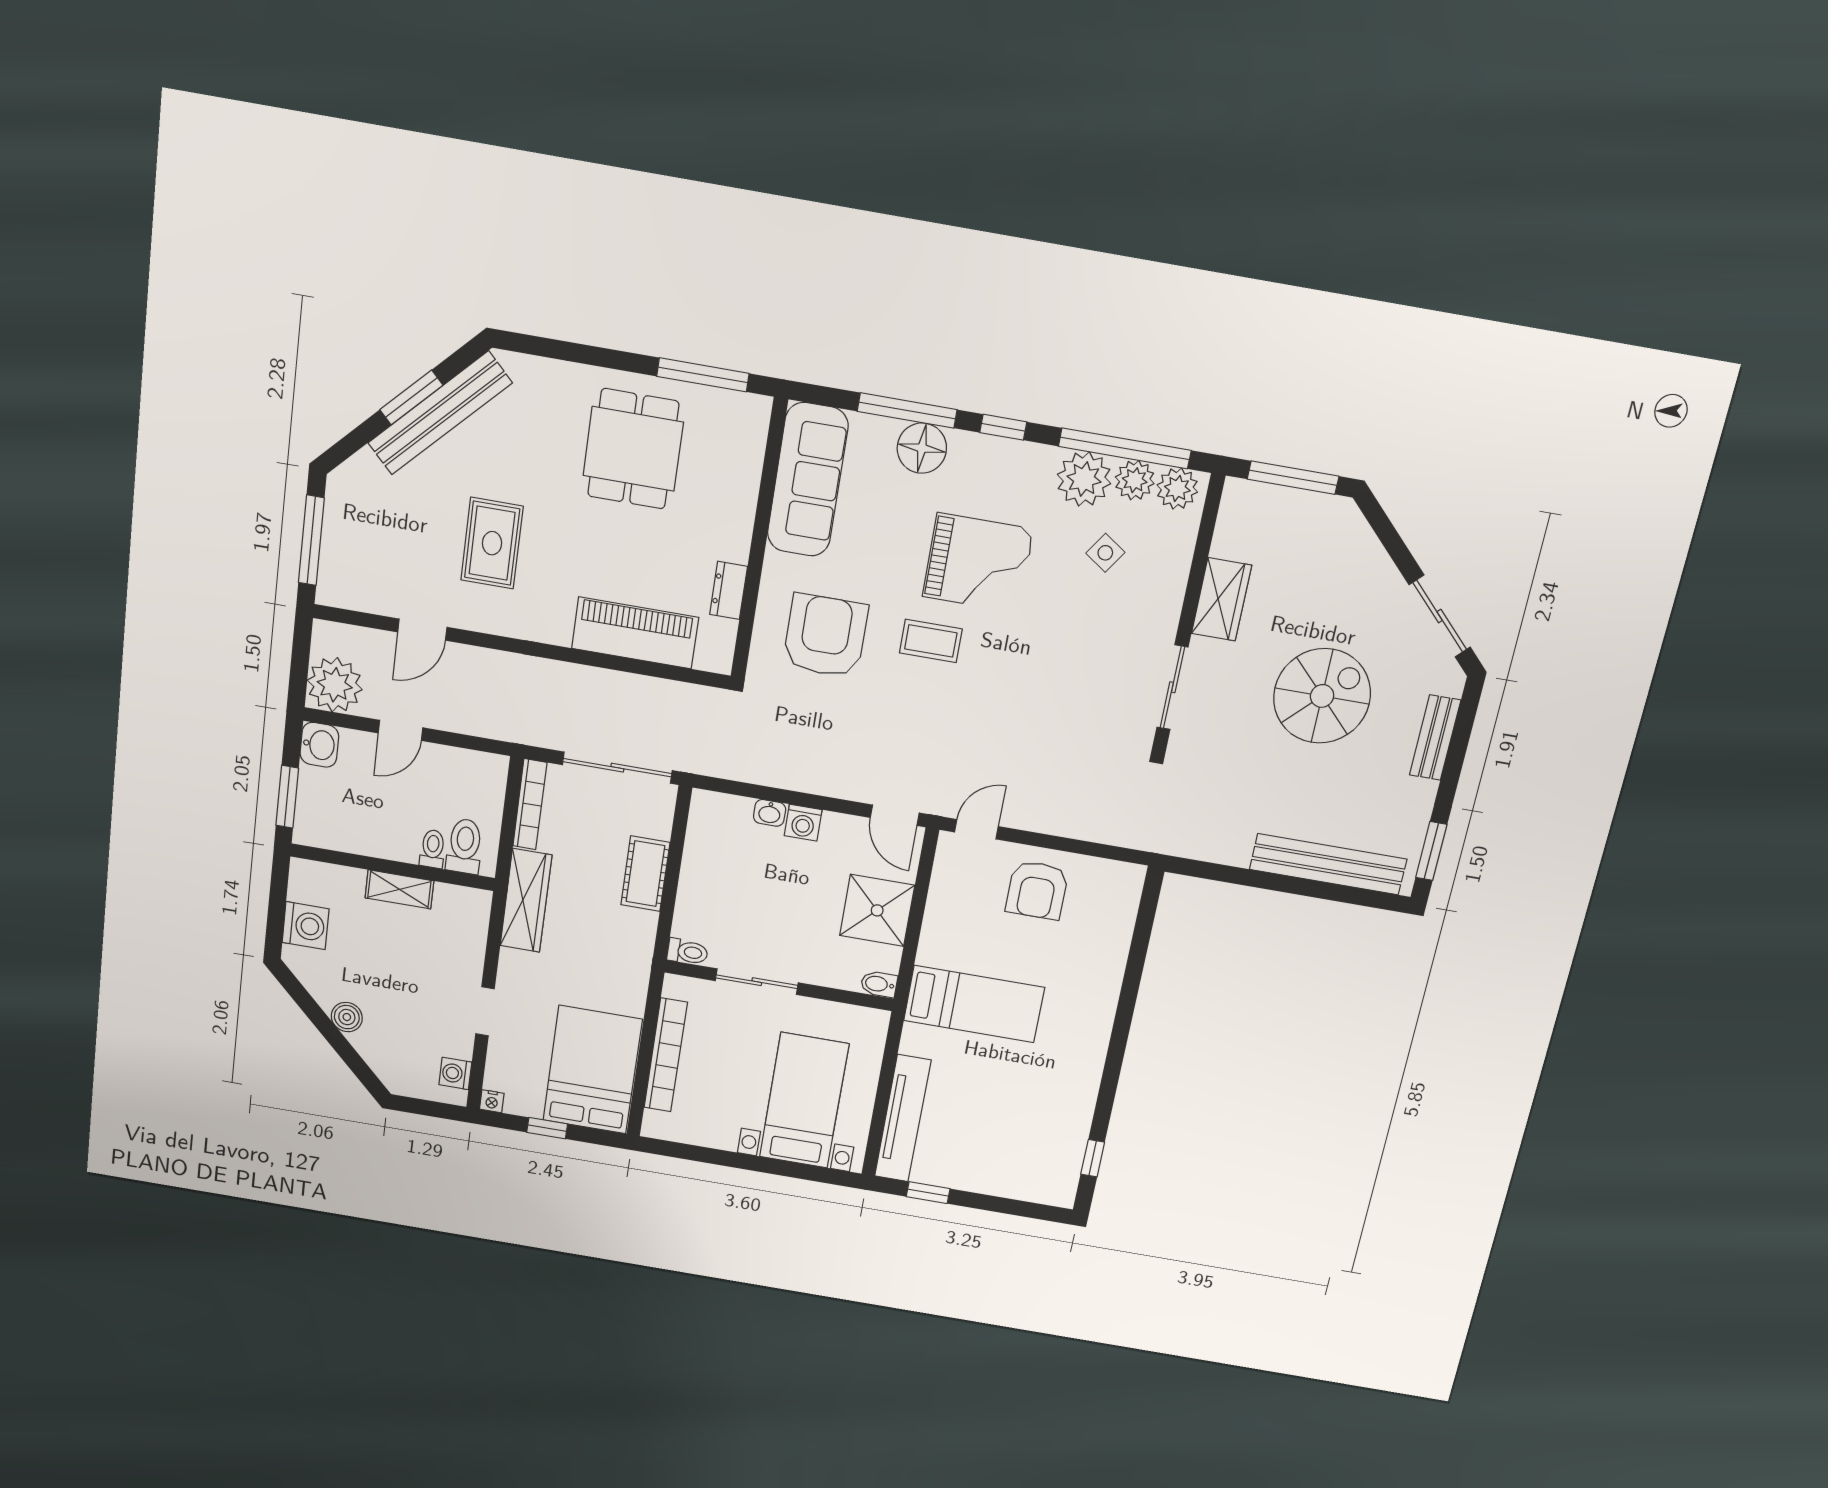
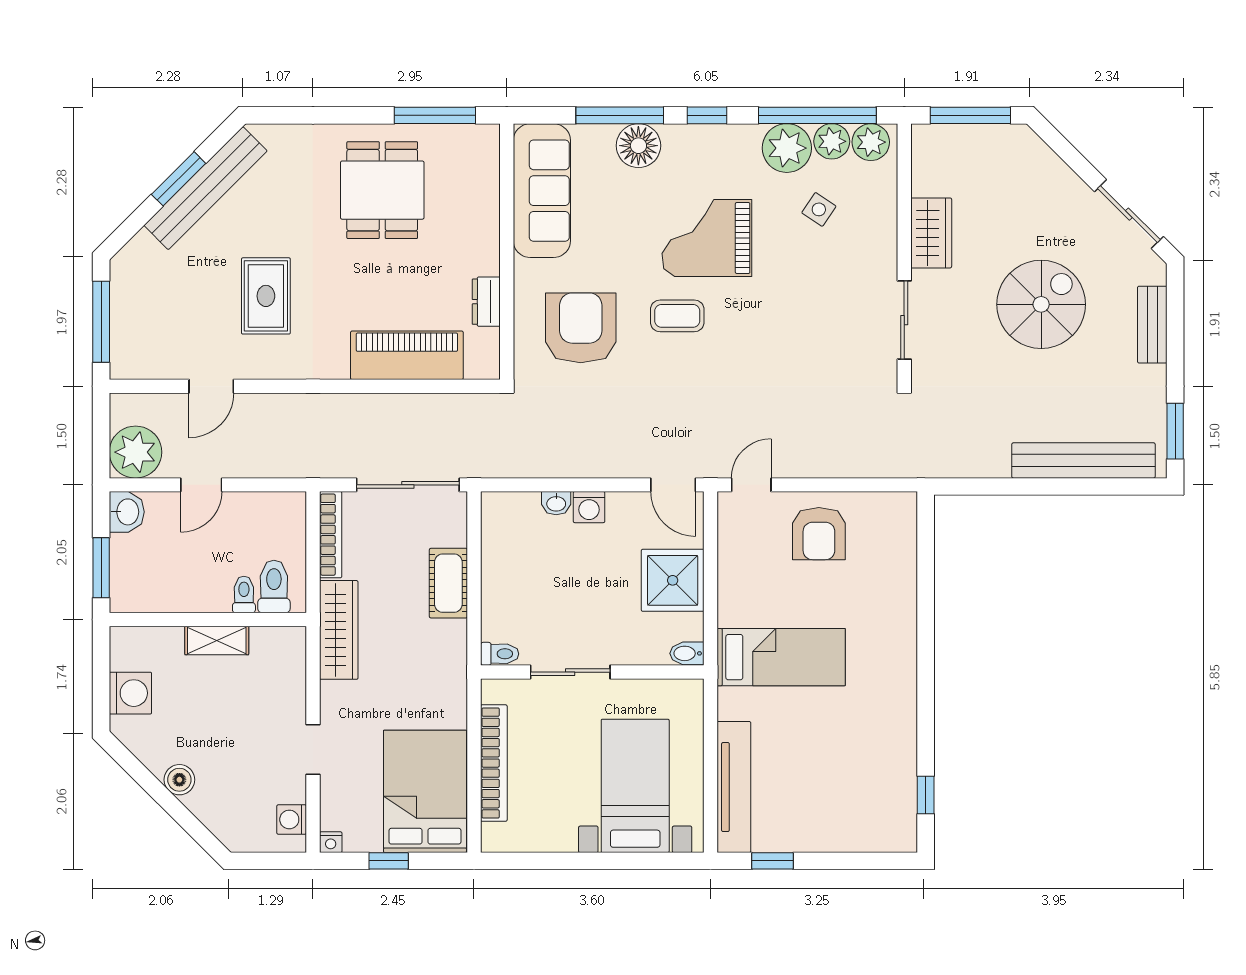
grand piano: (978, 563) -> (707, 238), turned 180

